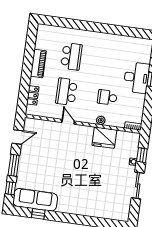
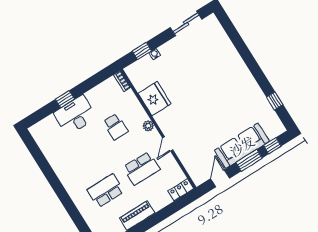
locker: (33, 95) -> (181, 190), moved
plant: (101, 120) -> (148, 126), moved
door: (18, 137) -> (220, 178), hinge flipped
sliding door: (138, 185) -> (186, 23), moved
sofa: (35, 200) -> (242, 146), moved, turned 90

